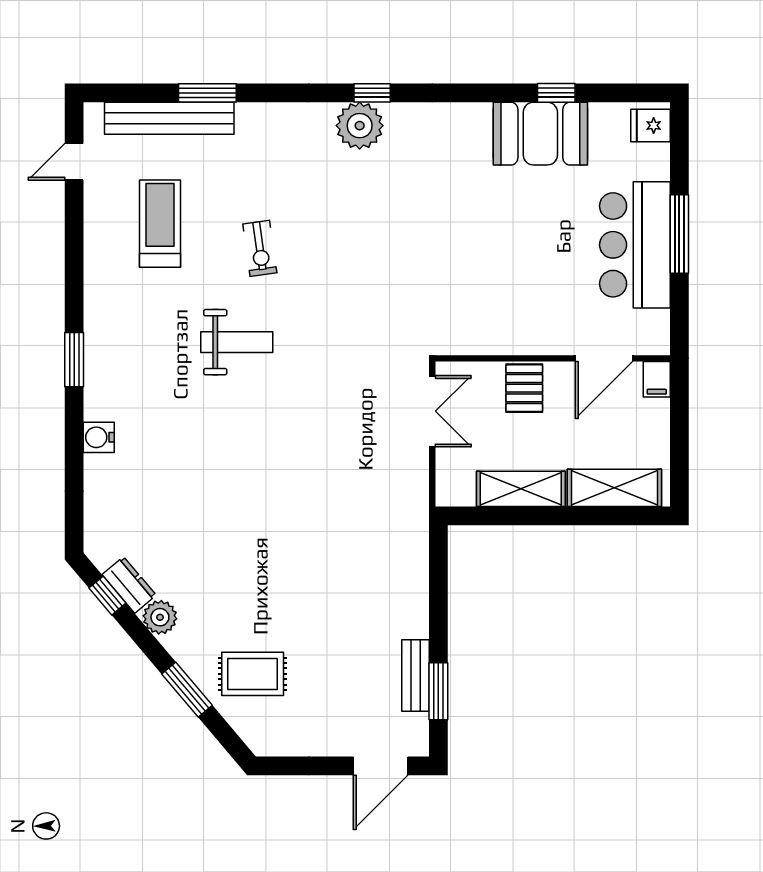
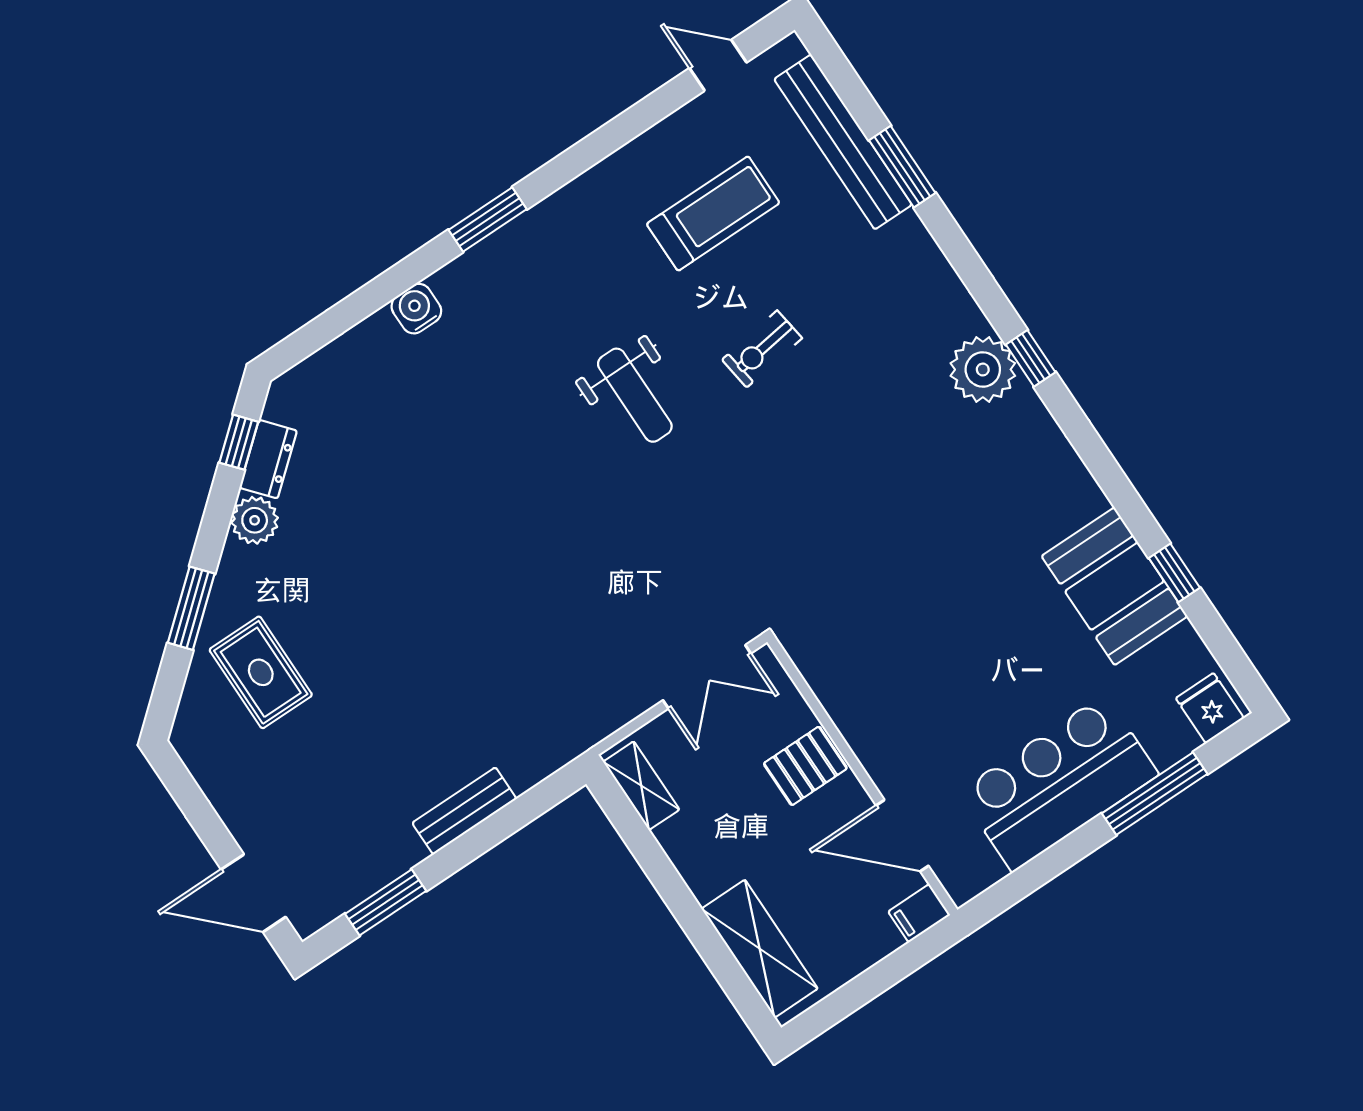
window: (679, 234) -> (1155, 794), moved
shelving: (521, 489) -> (641, 786), moved, width x0.67, depth x0.75
bench: (416, 676) -> (464, 811), moved

